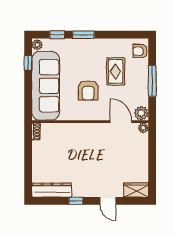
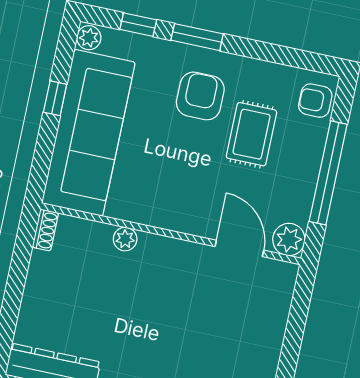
window: (28, 63) -> (55, 98), moved
window: (152, 81) -> (328, 173), width x1.46
armchair: (88, 90) -> (200, 96), moved, turned 180
plant: (143, 128) -> (125, 239), moved

